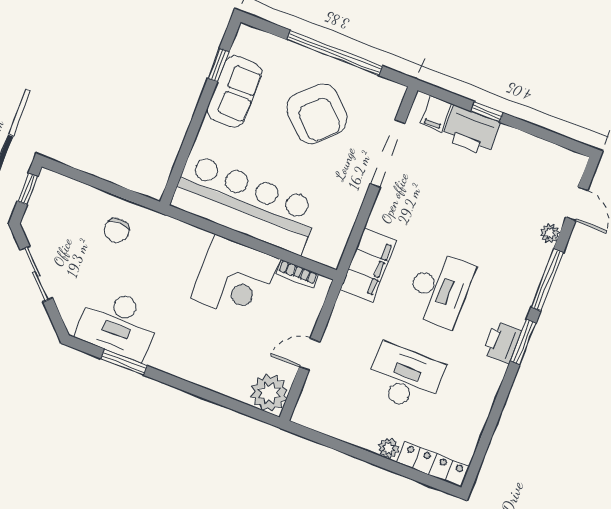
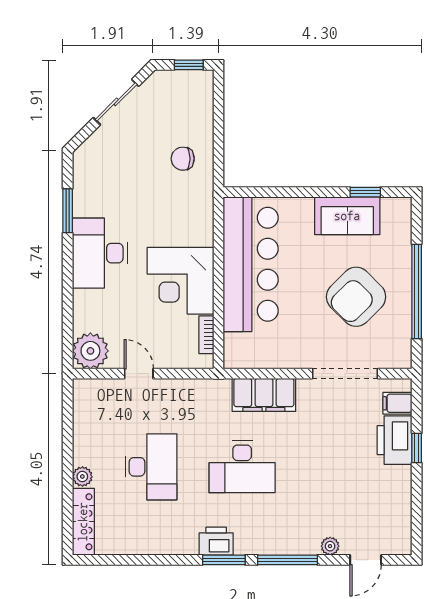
filing cabinet: (368, 265) -> (264, 395), moved
desk: (118, 324) -> (100, 253), moved

